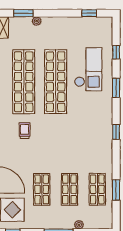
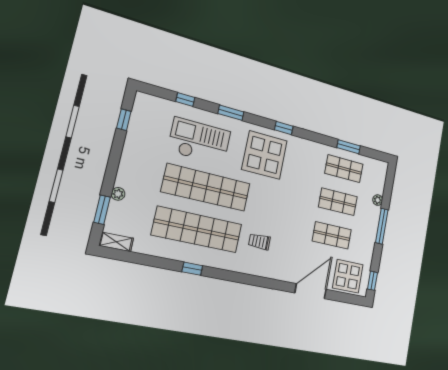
display table: (91, 121) -> (265, 155), added

